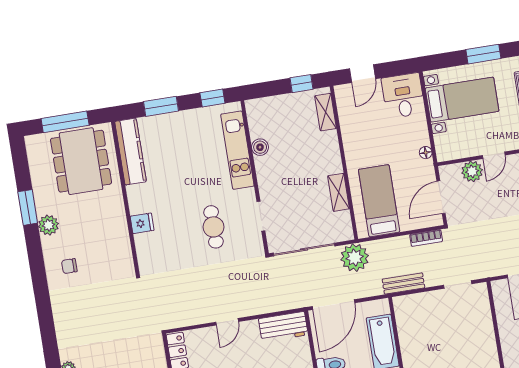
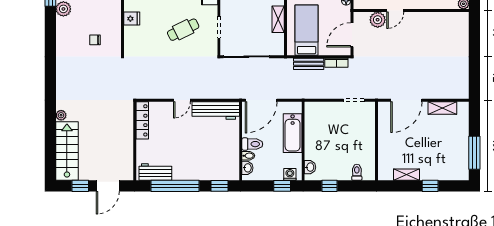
cafe table: (213, 227) -> (183, 30), turned 64
plant: (355, 258) -> (282, 69), removed
chair: (69, 266) -> (95, 40), moved
bench: (403, 283) -> (309, 64), moved
workbench: (283, 327) -> (216, 110), width x1.38

